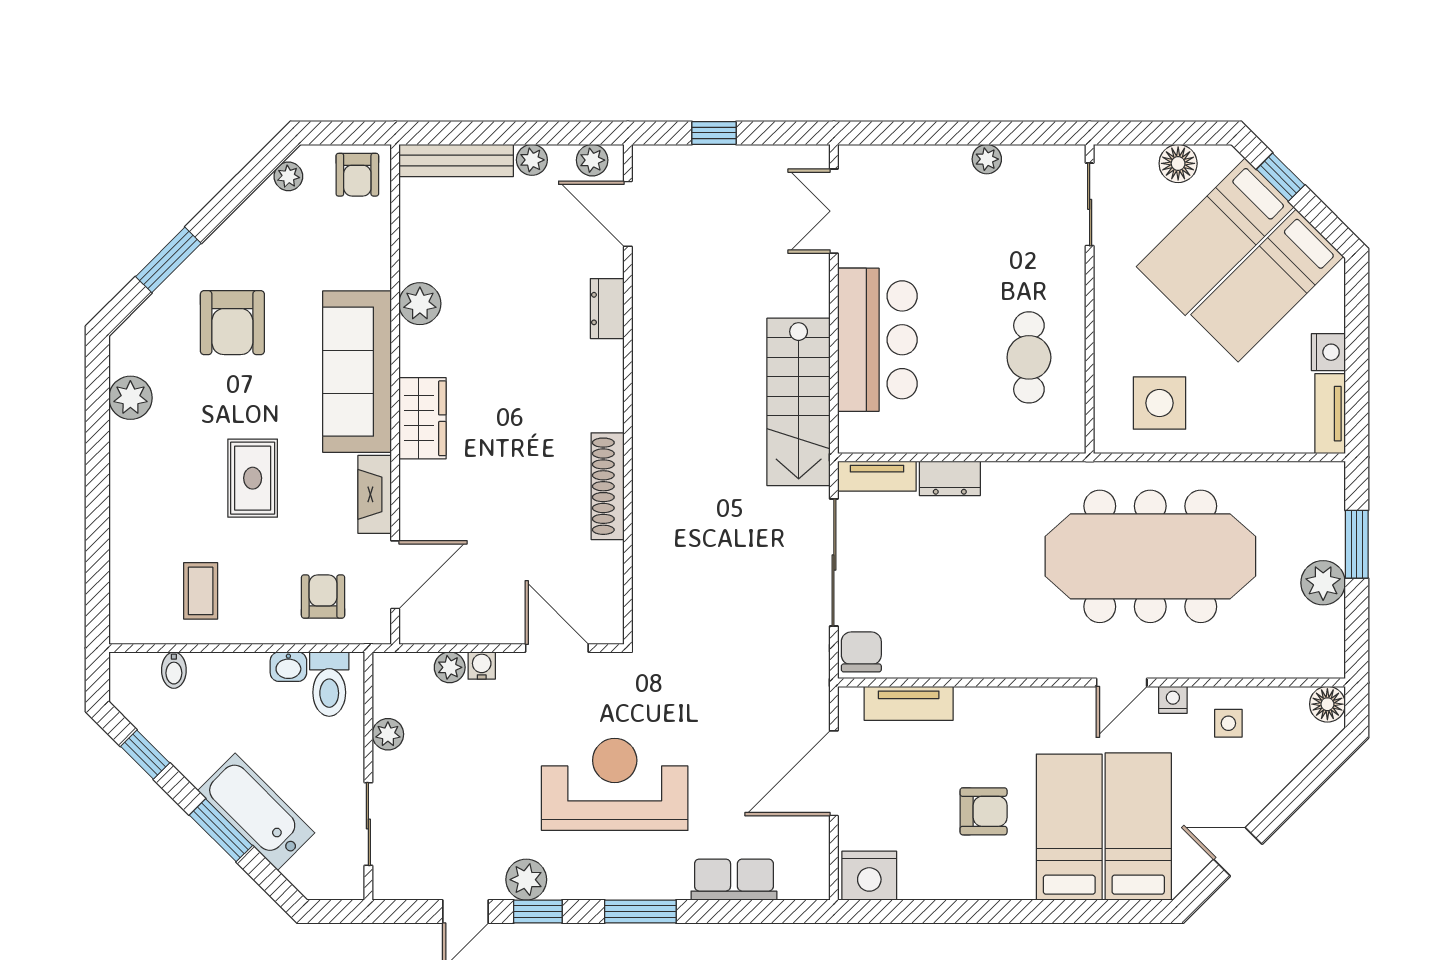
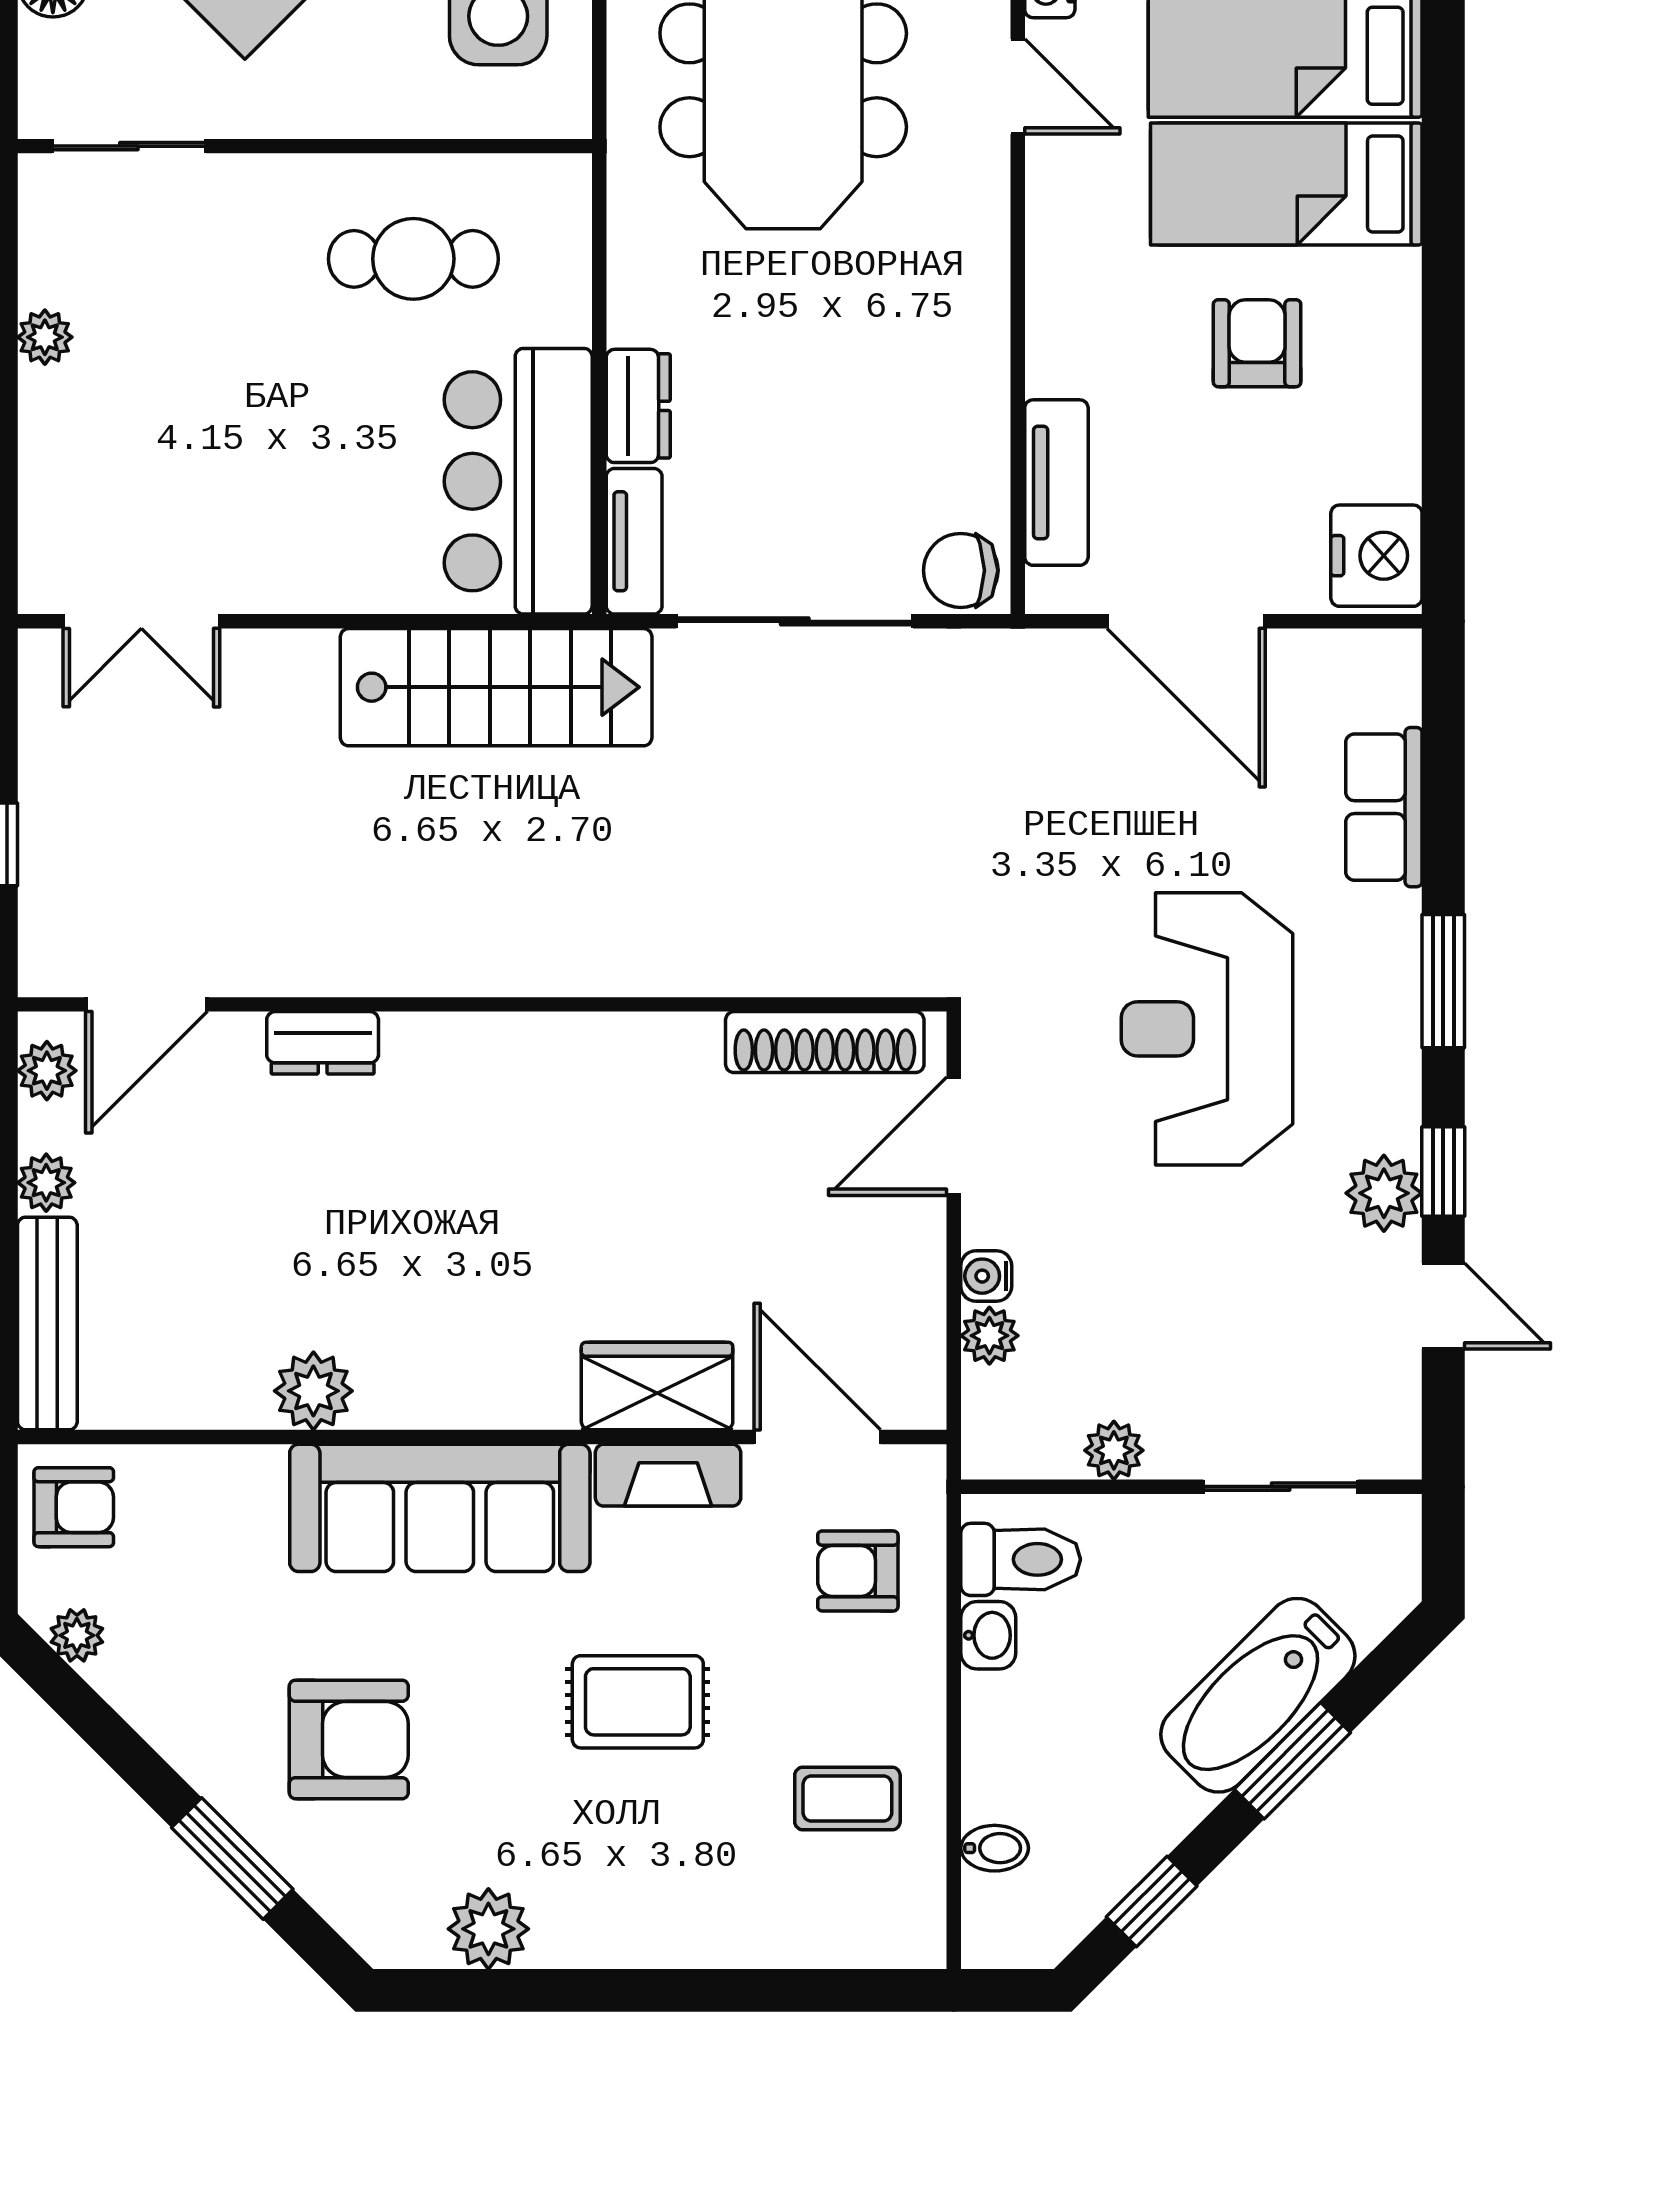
bar counter: (877, 340) -> (518, 481), moved, turned -90
wardrobe: (422, 418) -> (657, 1386), moved
shoe rack: (608, 486) -> (825, 1042), moved

